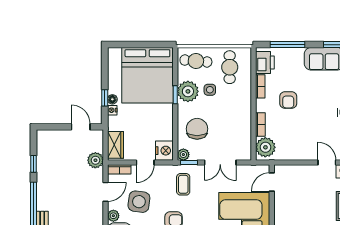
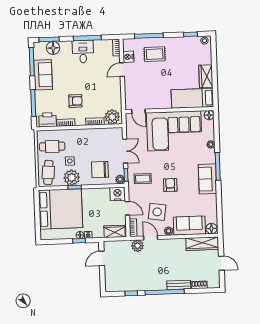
plant: (95, 160) -> (137, 246), moved

